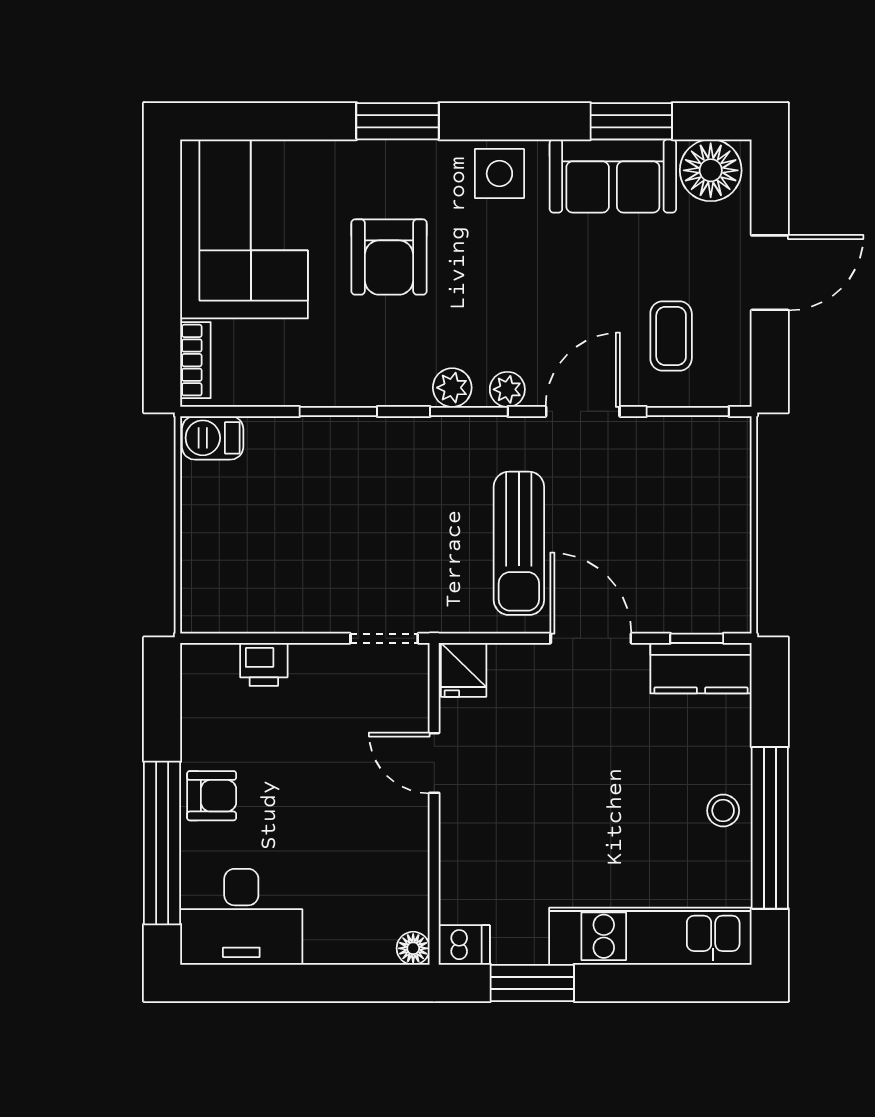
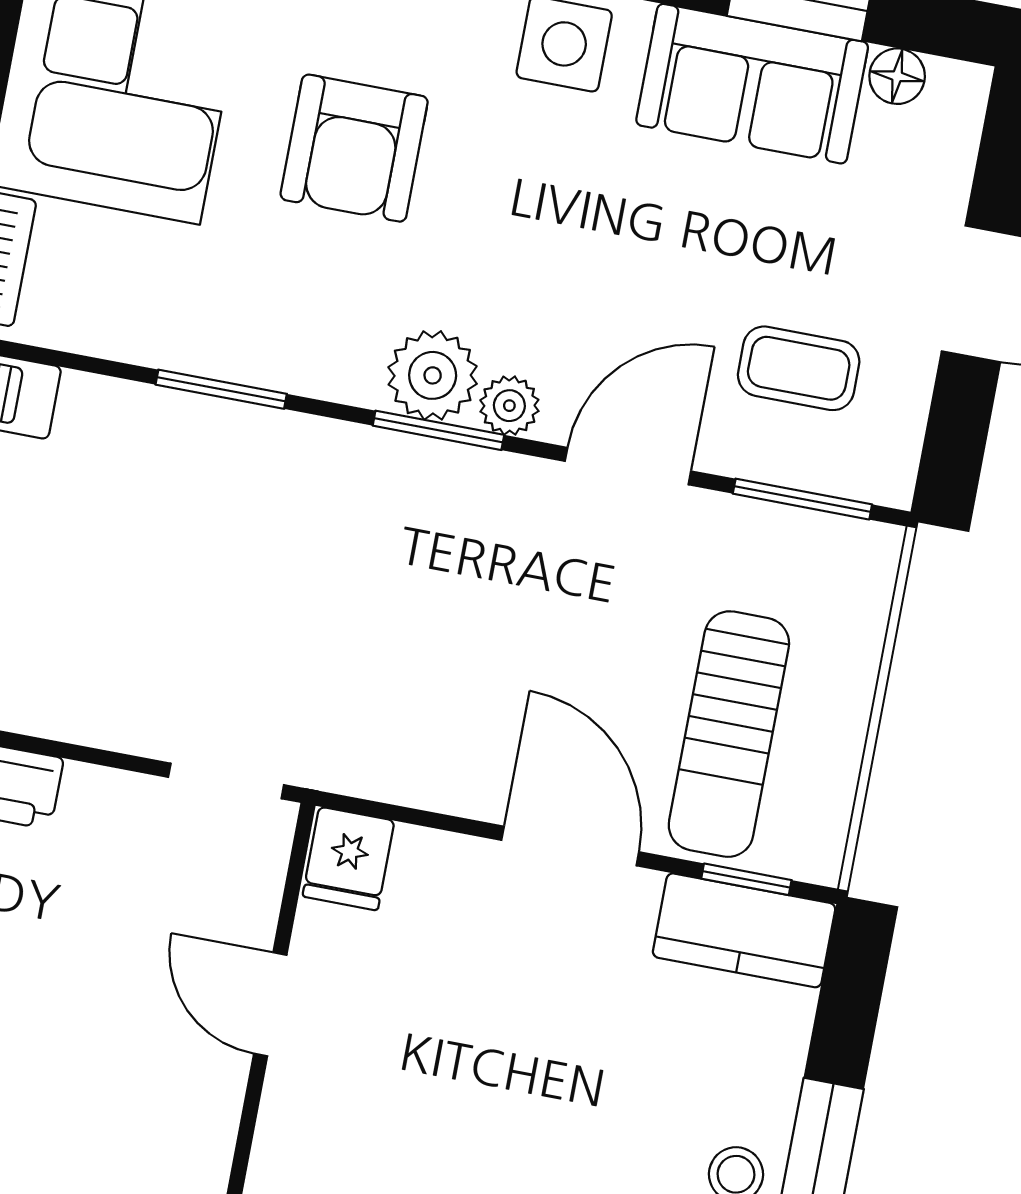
floor lamp: (711, 170) -> (897, 76), width x0.53, depth x0.53
coffee table: (671, 336) -> (799, 368), turned 90
plant: (452, 388) -> (433, 375), width x1.38, depth x1.38
sun lounger: (519, 543) -> (729, 734), moved

